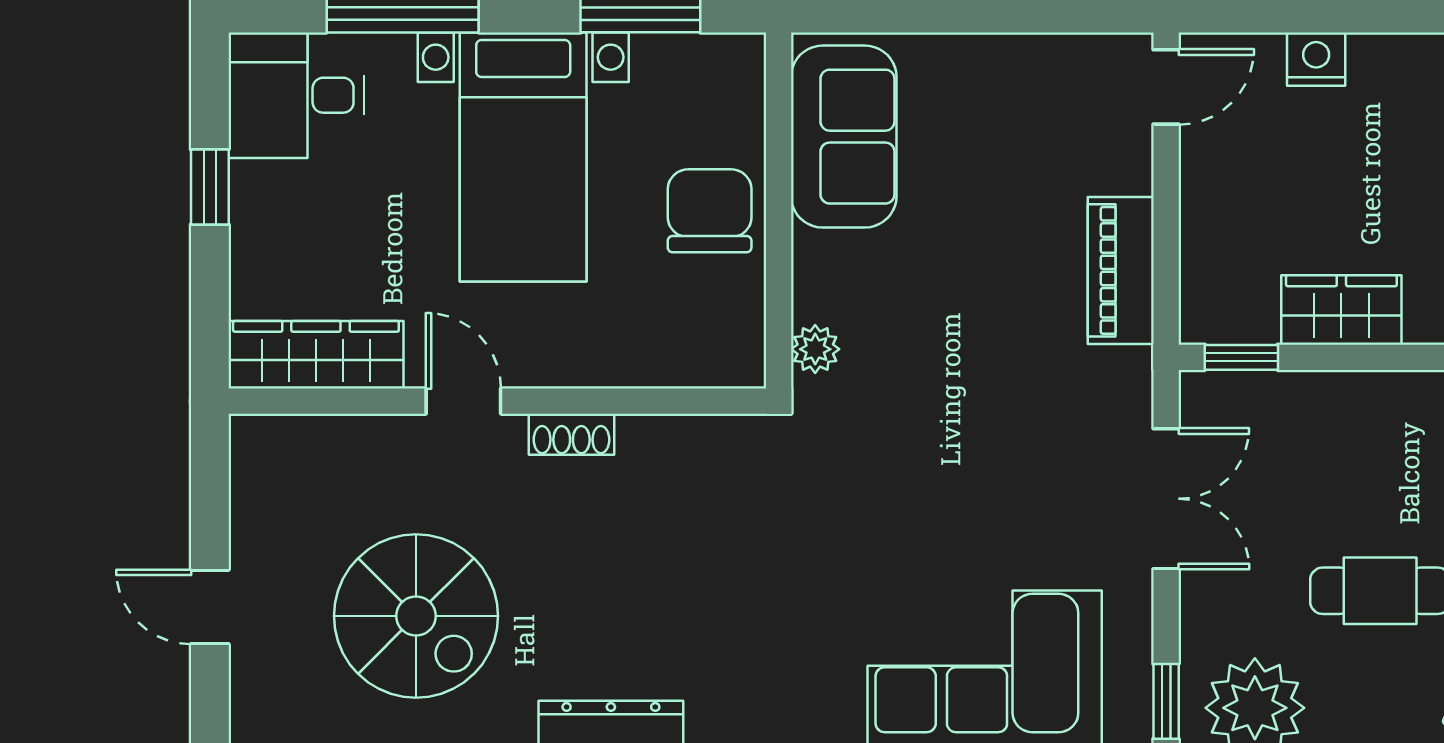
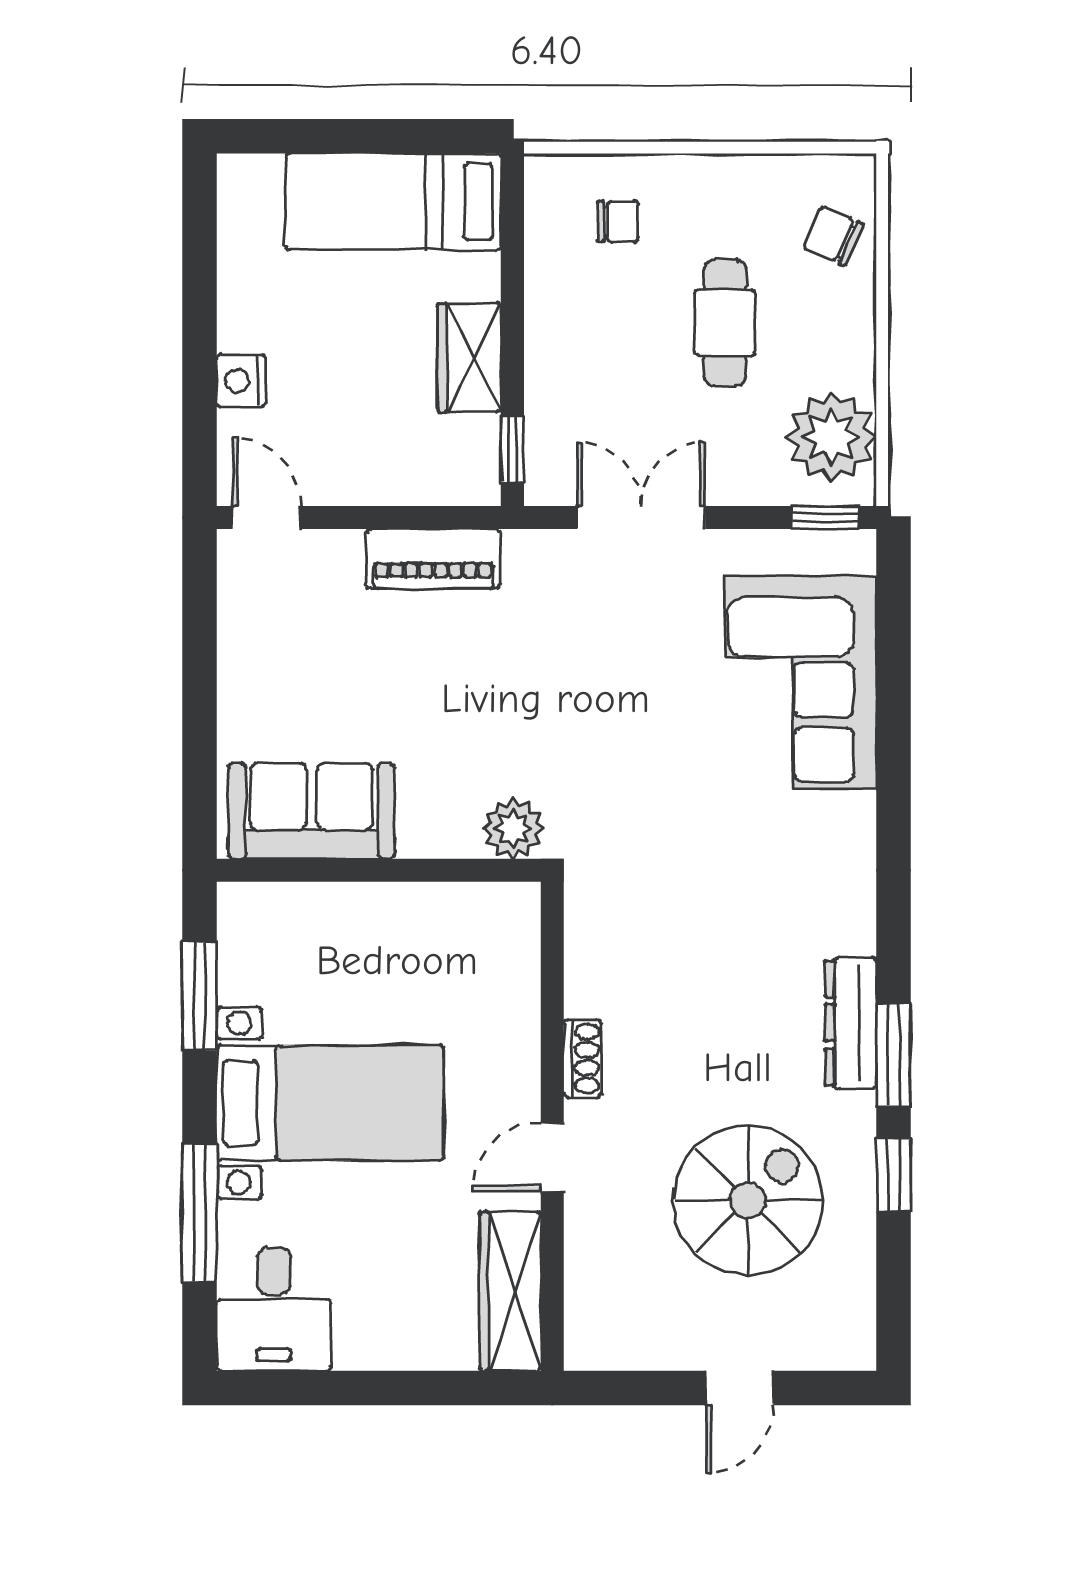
window: (210, 187) -> (357, 1388), removed
chair: (710, 211) -> (379, 933), removed
plant: (815, 349) -> (513, 829), width x1.38, depth x1.38

